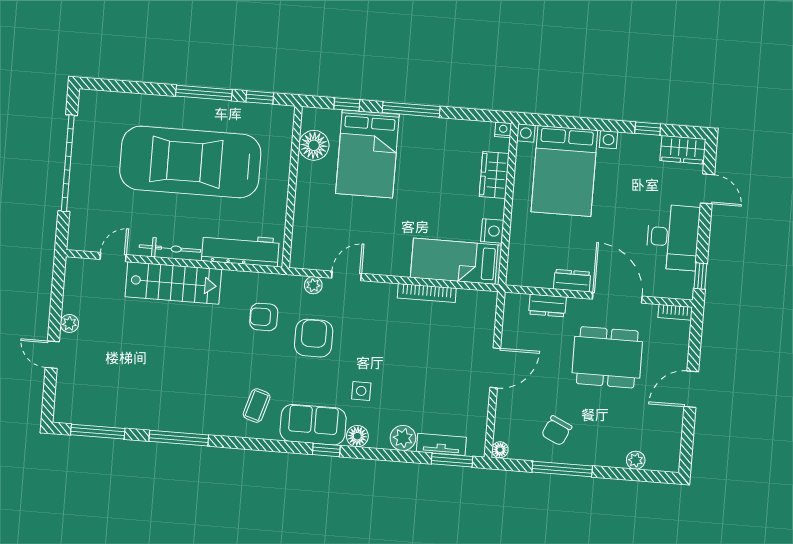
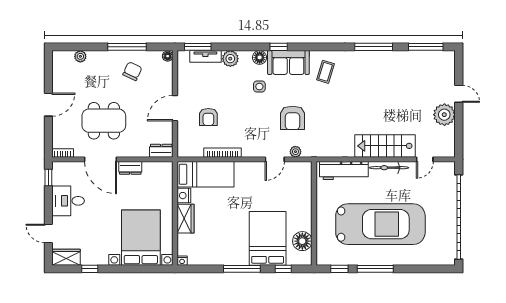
garage door: (68, 163) -> (459, 217), width x1.36
wardrobe: (494, 175) -> (185, 219), moved
desk: (673, 237) -> (68, 201), width x0.73
dresser: (547, 305) -> (161, 151), moved
armchair: (264, 317) -> (208, 117), moved, turned 90
plant: (69, 323) -> (444, 115), width x1.88, depth x1.88

